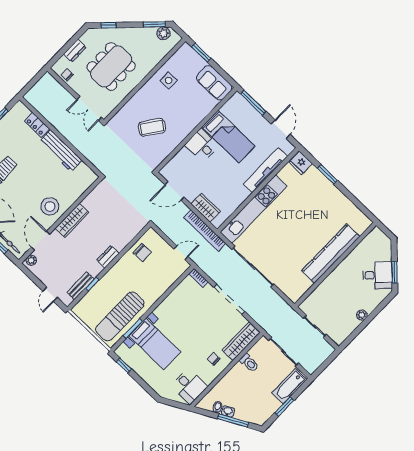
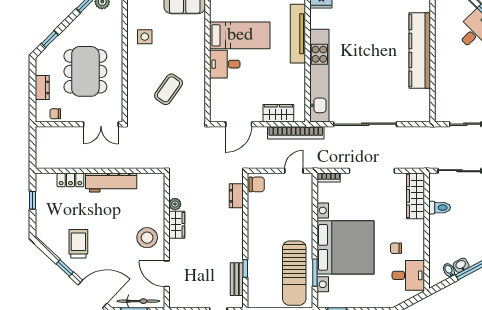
wardrobe: (72, 220) -> (177, 225), width x0.67
chair: (142, 253) -> (257, 184), moved
dresser: (108, 257) -> (236, 196), moved
plant: (31, 260) -> (175, 204), moved
bed with nightstands: (155, 344) -> (345, 247), width x1.85
chair: (214, 359) -> (396, 248), moved

